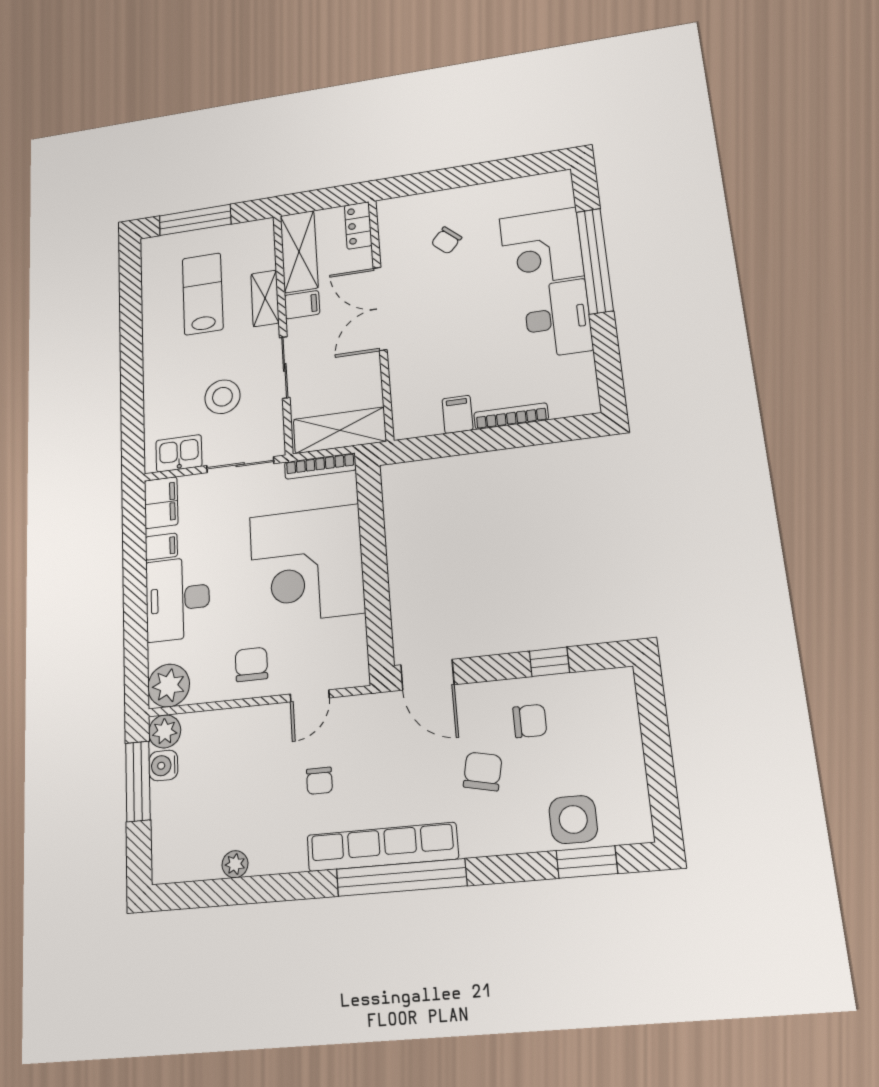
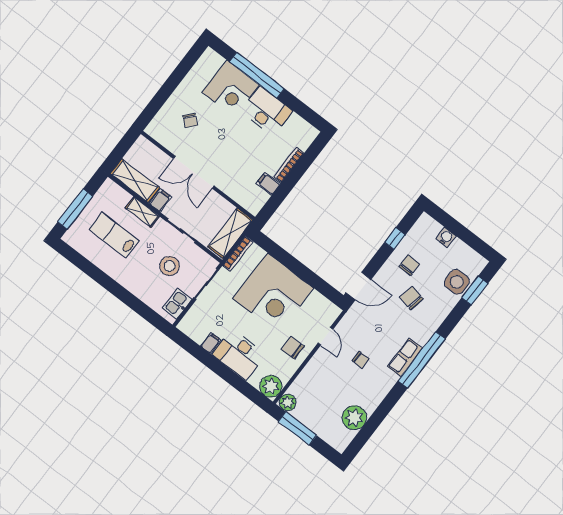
locker: (358, 225) -> (147, 148), removed
filing cabinet: (161, 503) -> (192, 328), removed
water cooler: (163, 766) -> (446, 237), moved, turned 180
row of seats: (382, 847) -> (405, 357), width x0.50
plant: (235, 864) -> (354, 418), width x1.88, depth x1.88

